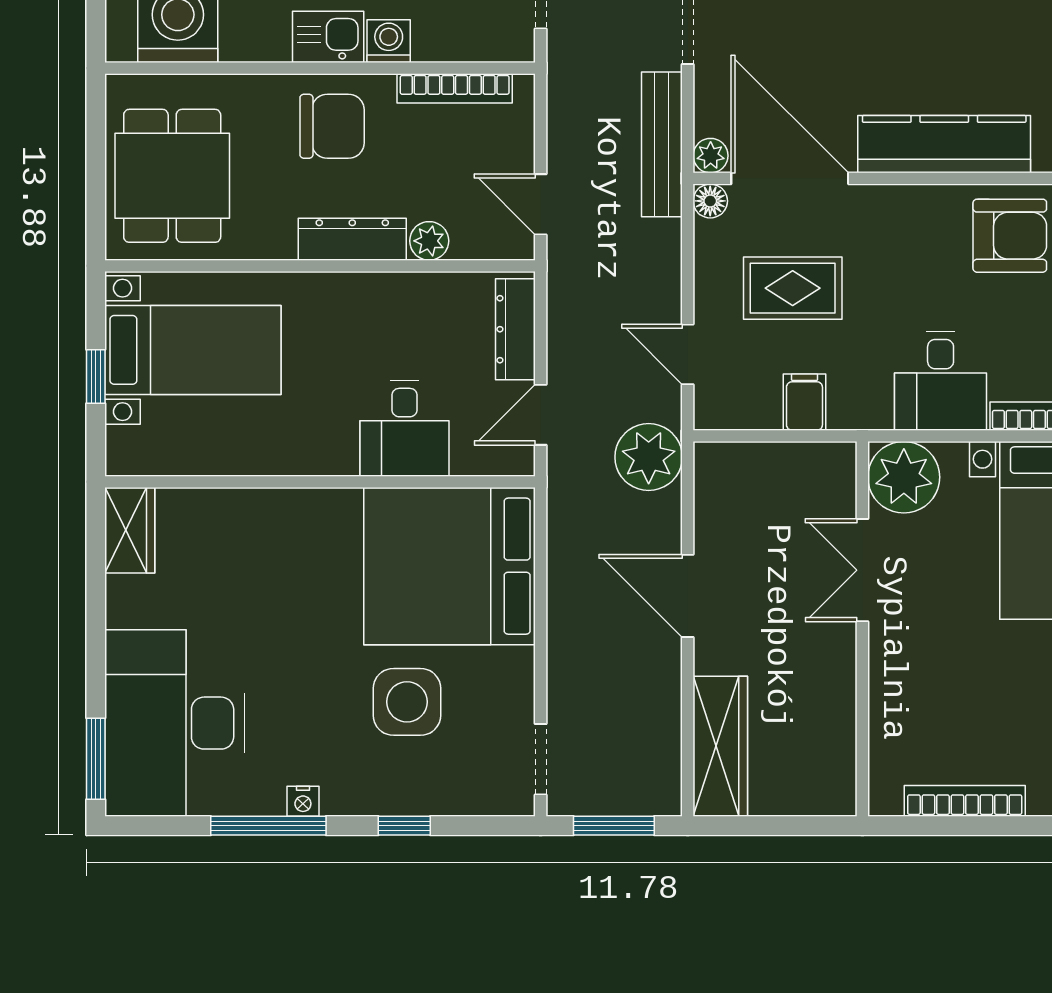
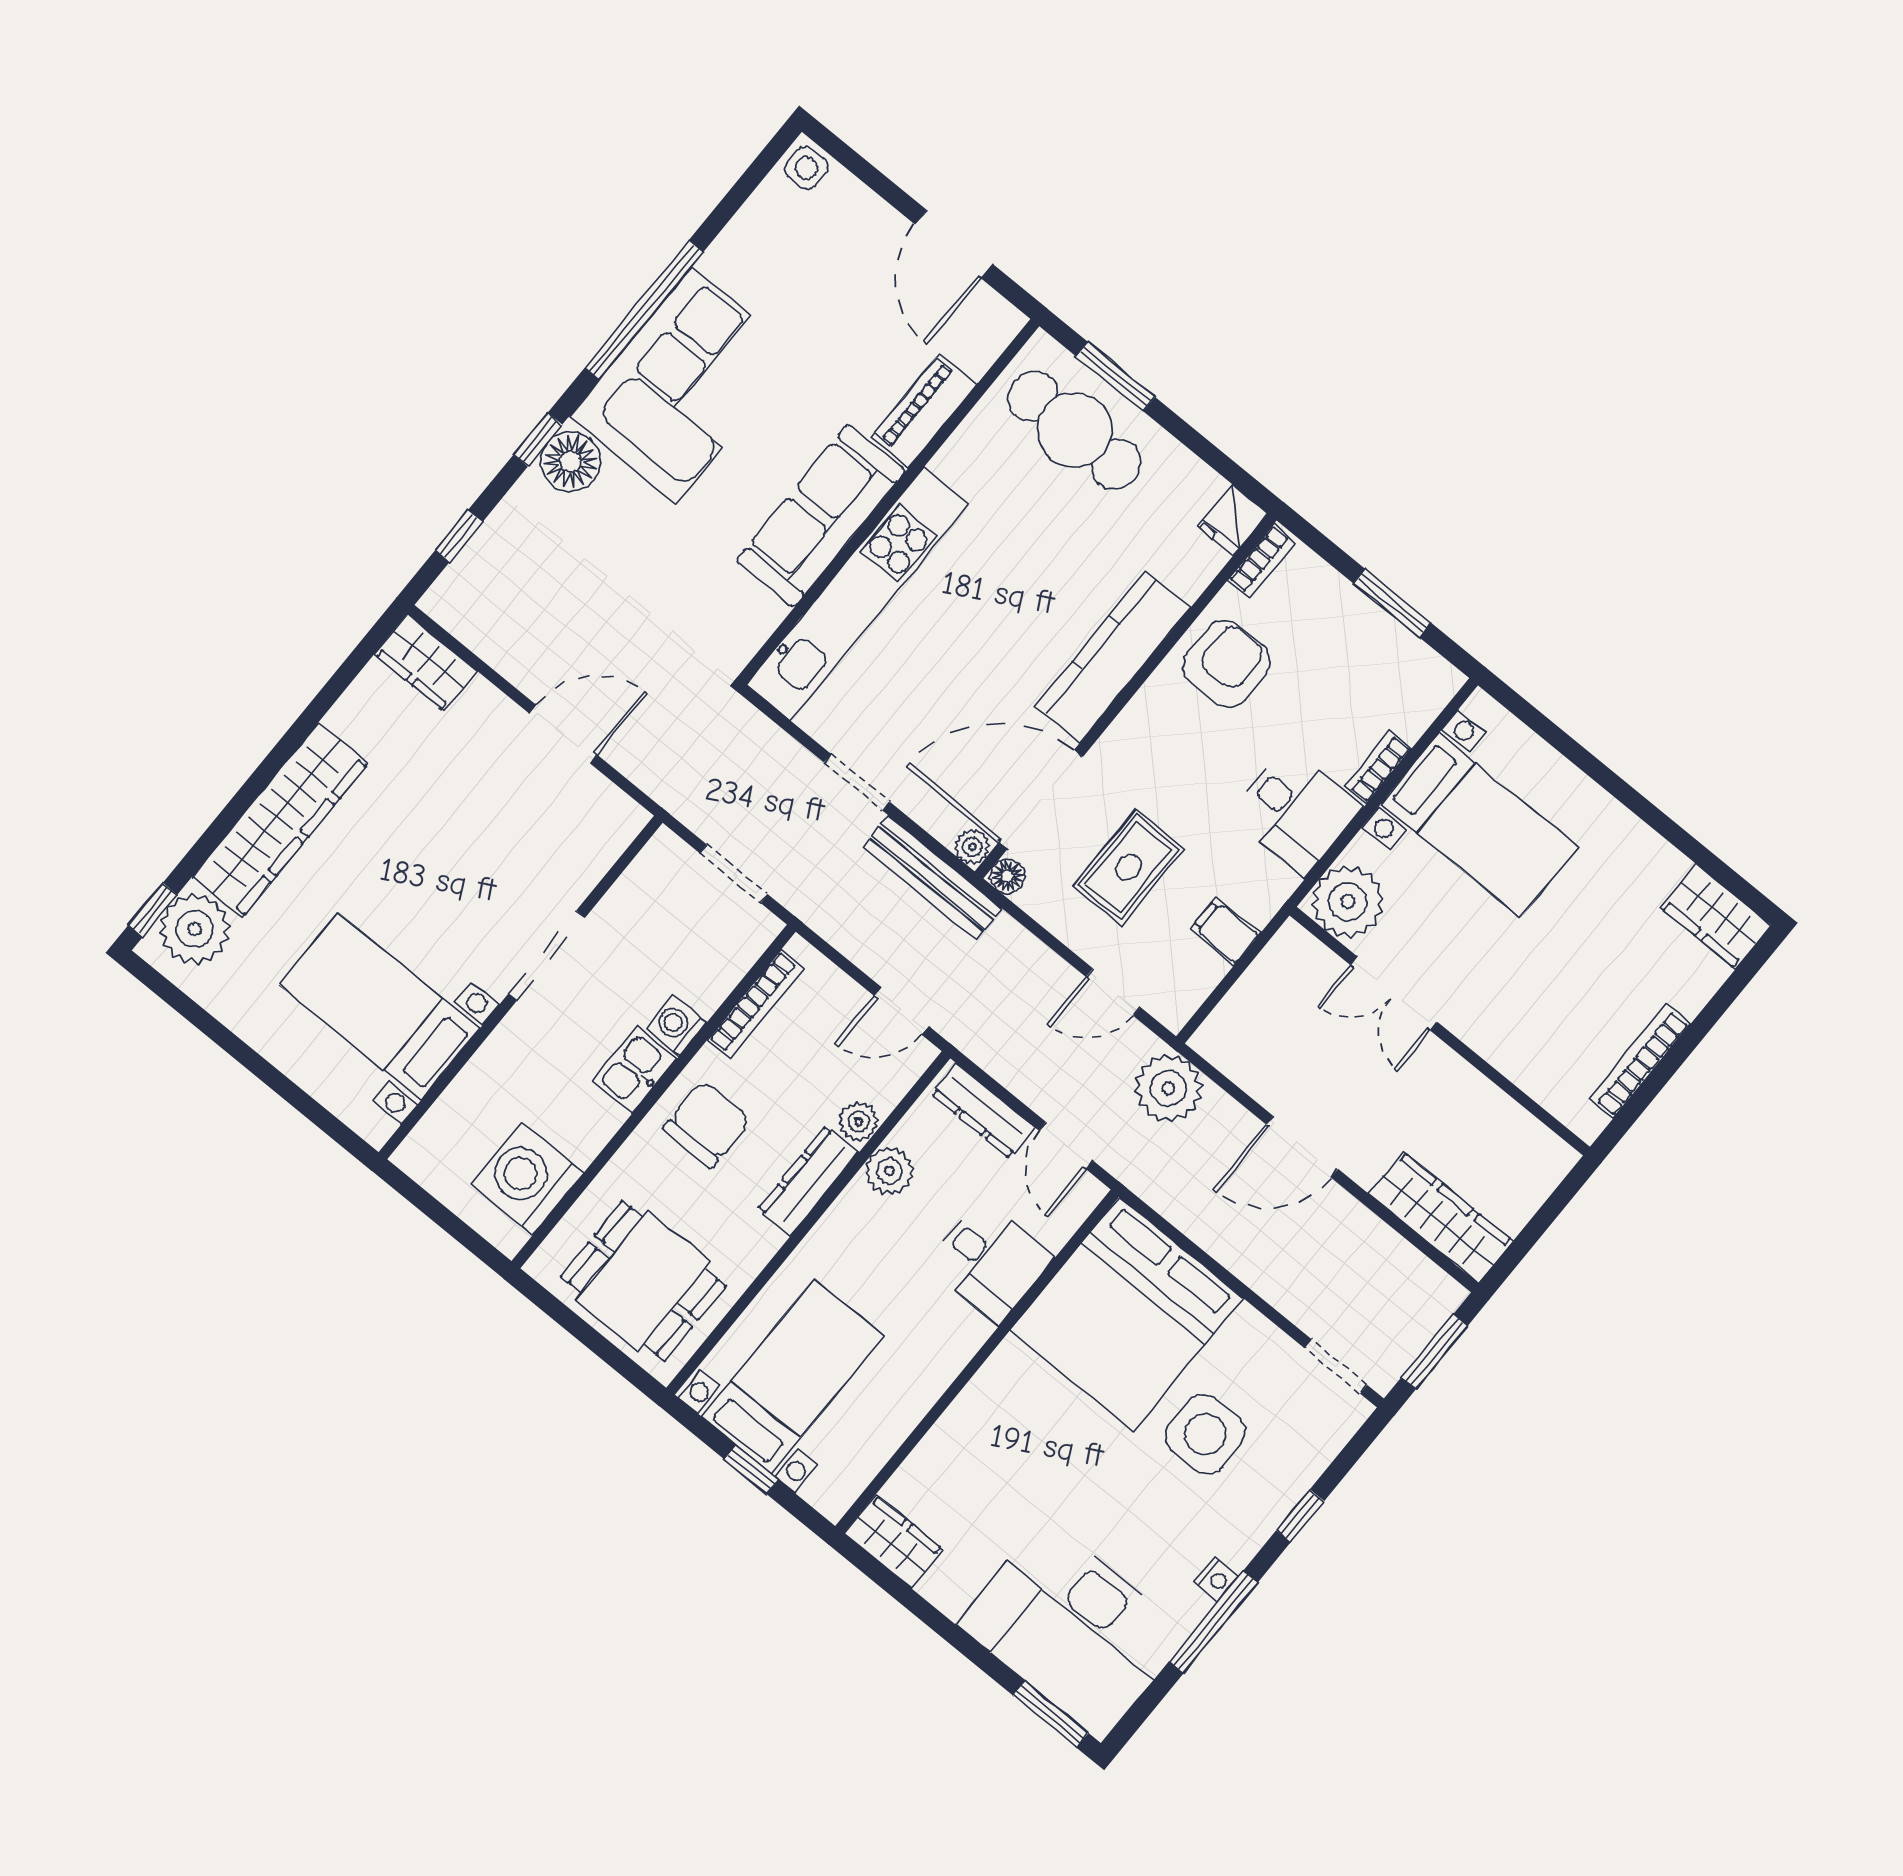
plant: (411, 295) -> (889, 1171), added

